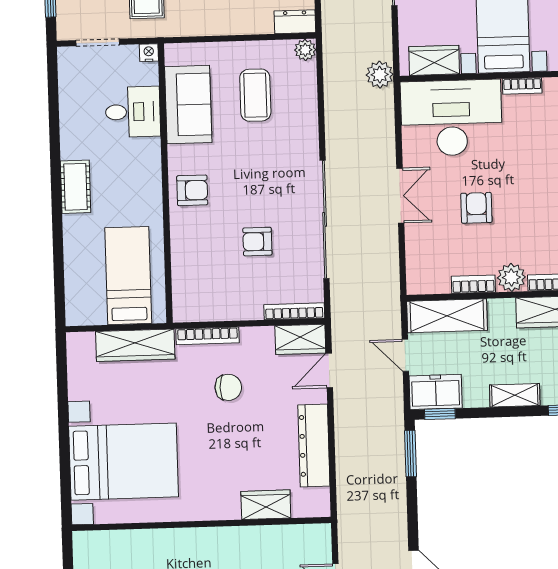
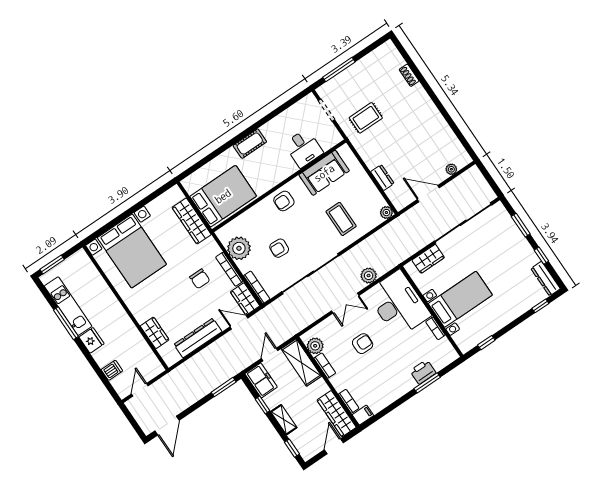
dresser: (295, 22) -> (382, 178), moved
nightstand: (149, 53) -> (337, 138), removed
wardrobe: (434, 60) -> (428, 259), moved, turned 90
plant: (380, 75) -> (369, 276), moved
coffee table: (255, 95) -> (341, 219), moved, turned 90
armchair: (192, 190) -> (284, 201), turned 90
armchair: (257, 242) -> (279, 248), turned -86
bed: (128, 276) -> (223, 196), width x1.50
plant: (511, 277) -> (315, 346), moved
plant: (220, 301) -> (239, 248), added
bookcase: (208, 336) -> (229, 269), moved
window: (440, 414) -> (263, 405), moved

